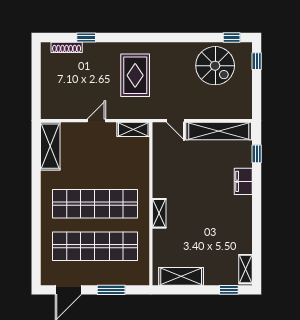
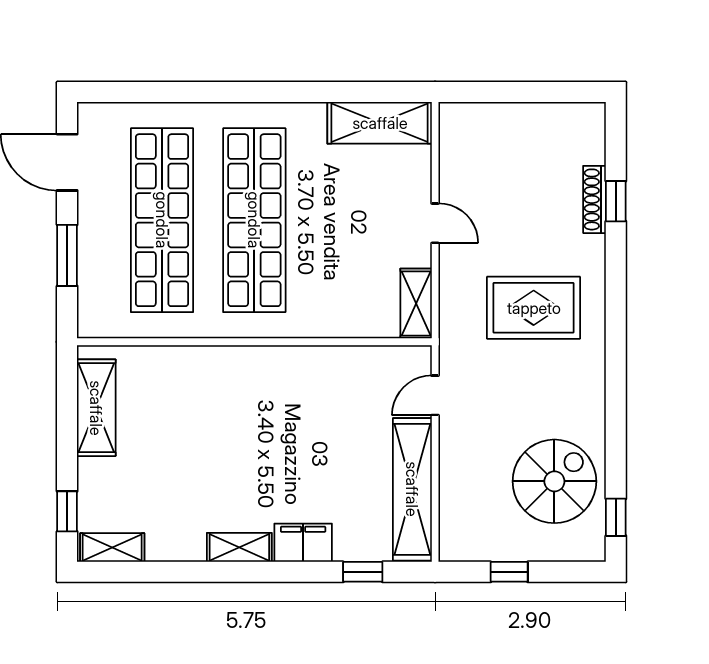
shoe rack: (67, 47) -> (595, 199), moved
window: (257, 61) -> (509, 572), moved
spiral stairs: (215, 66) -> (554, 481), turned 180
shelving: (159, 213) -> (239, 547), moved

